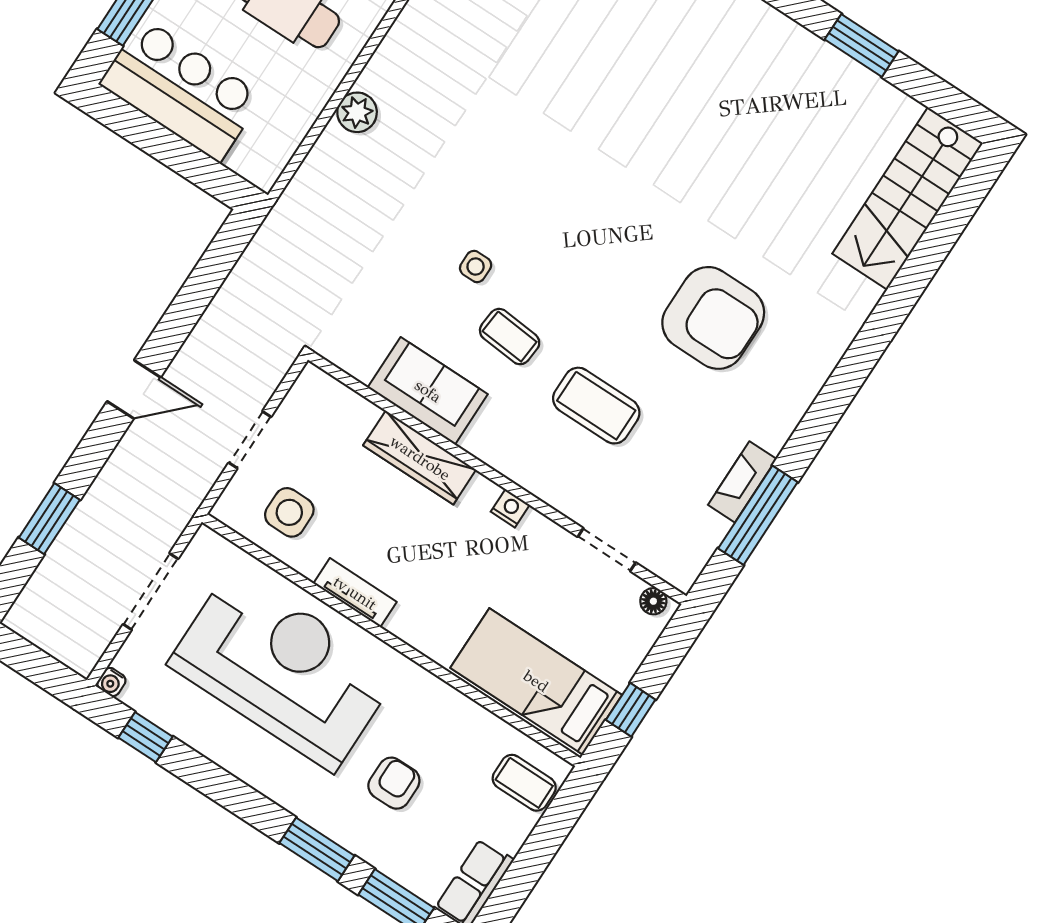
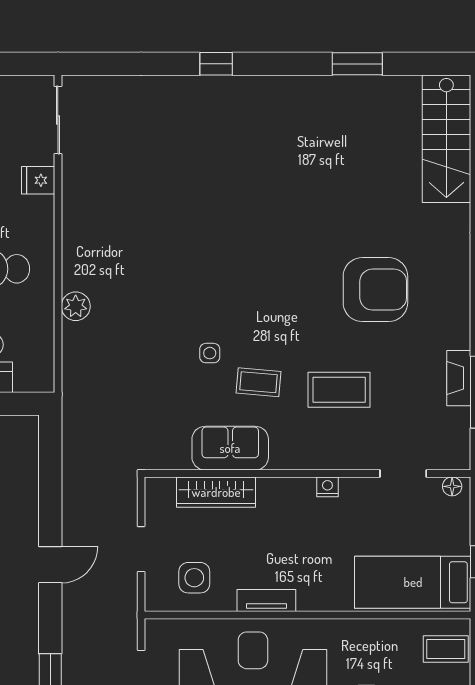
wardrobe: (420, 458) -> (216, 492), moved

